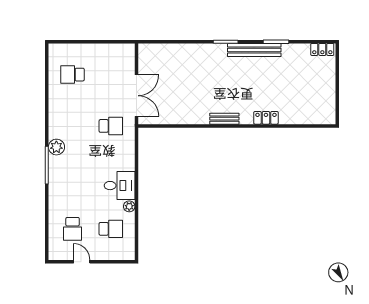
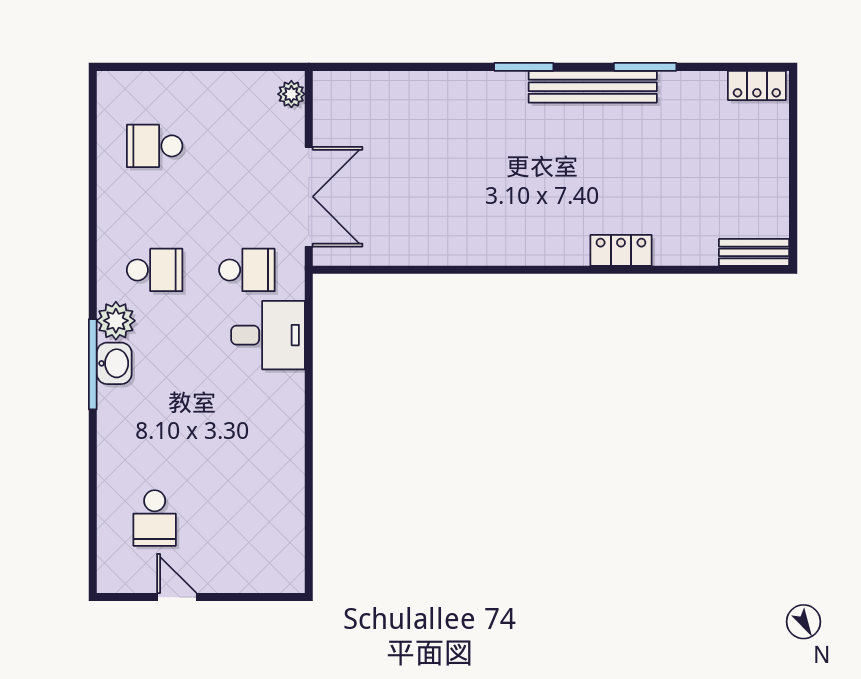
bench: (224, 119) -> (754, 252), moved
washbasin: (56, 165) -> (114, 363), added
desk: (120, 186) -> (268, 335), moved
plant: (129, 206) -> (291, 94), moved
school desk: (111, 229) -> (155, 270), moved

